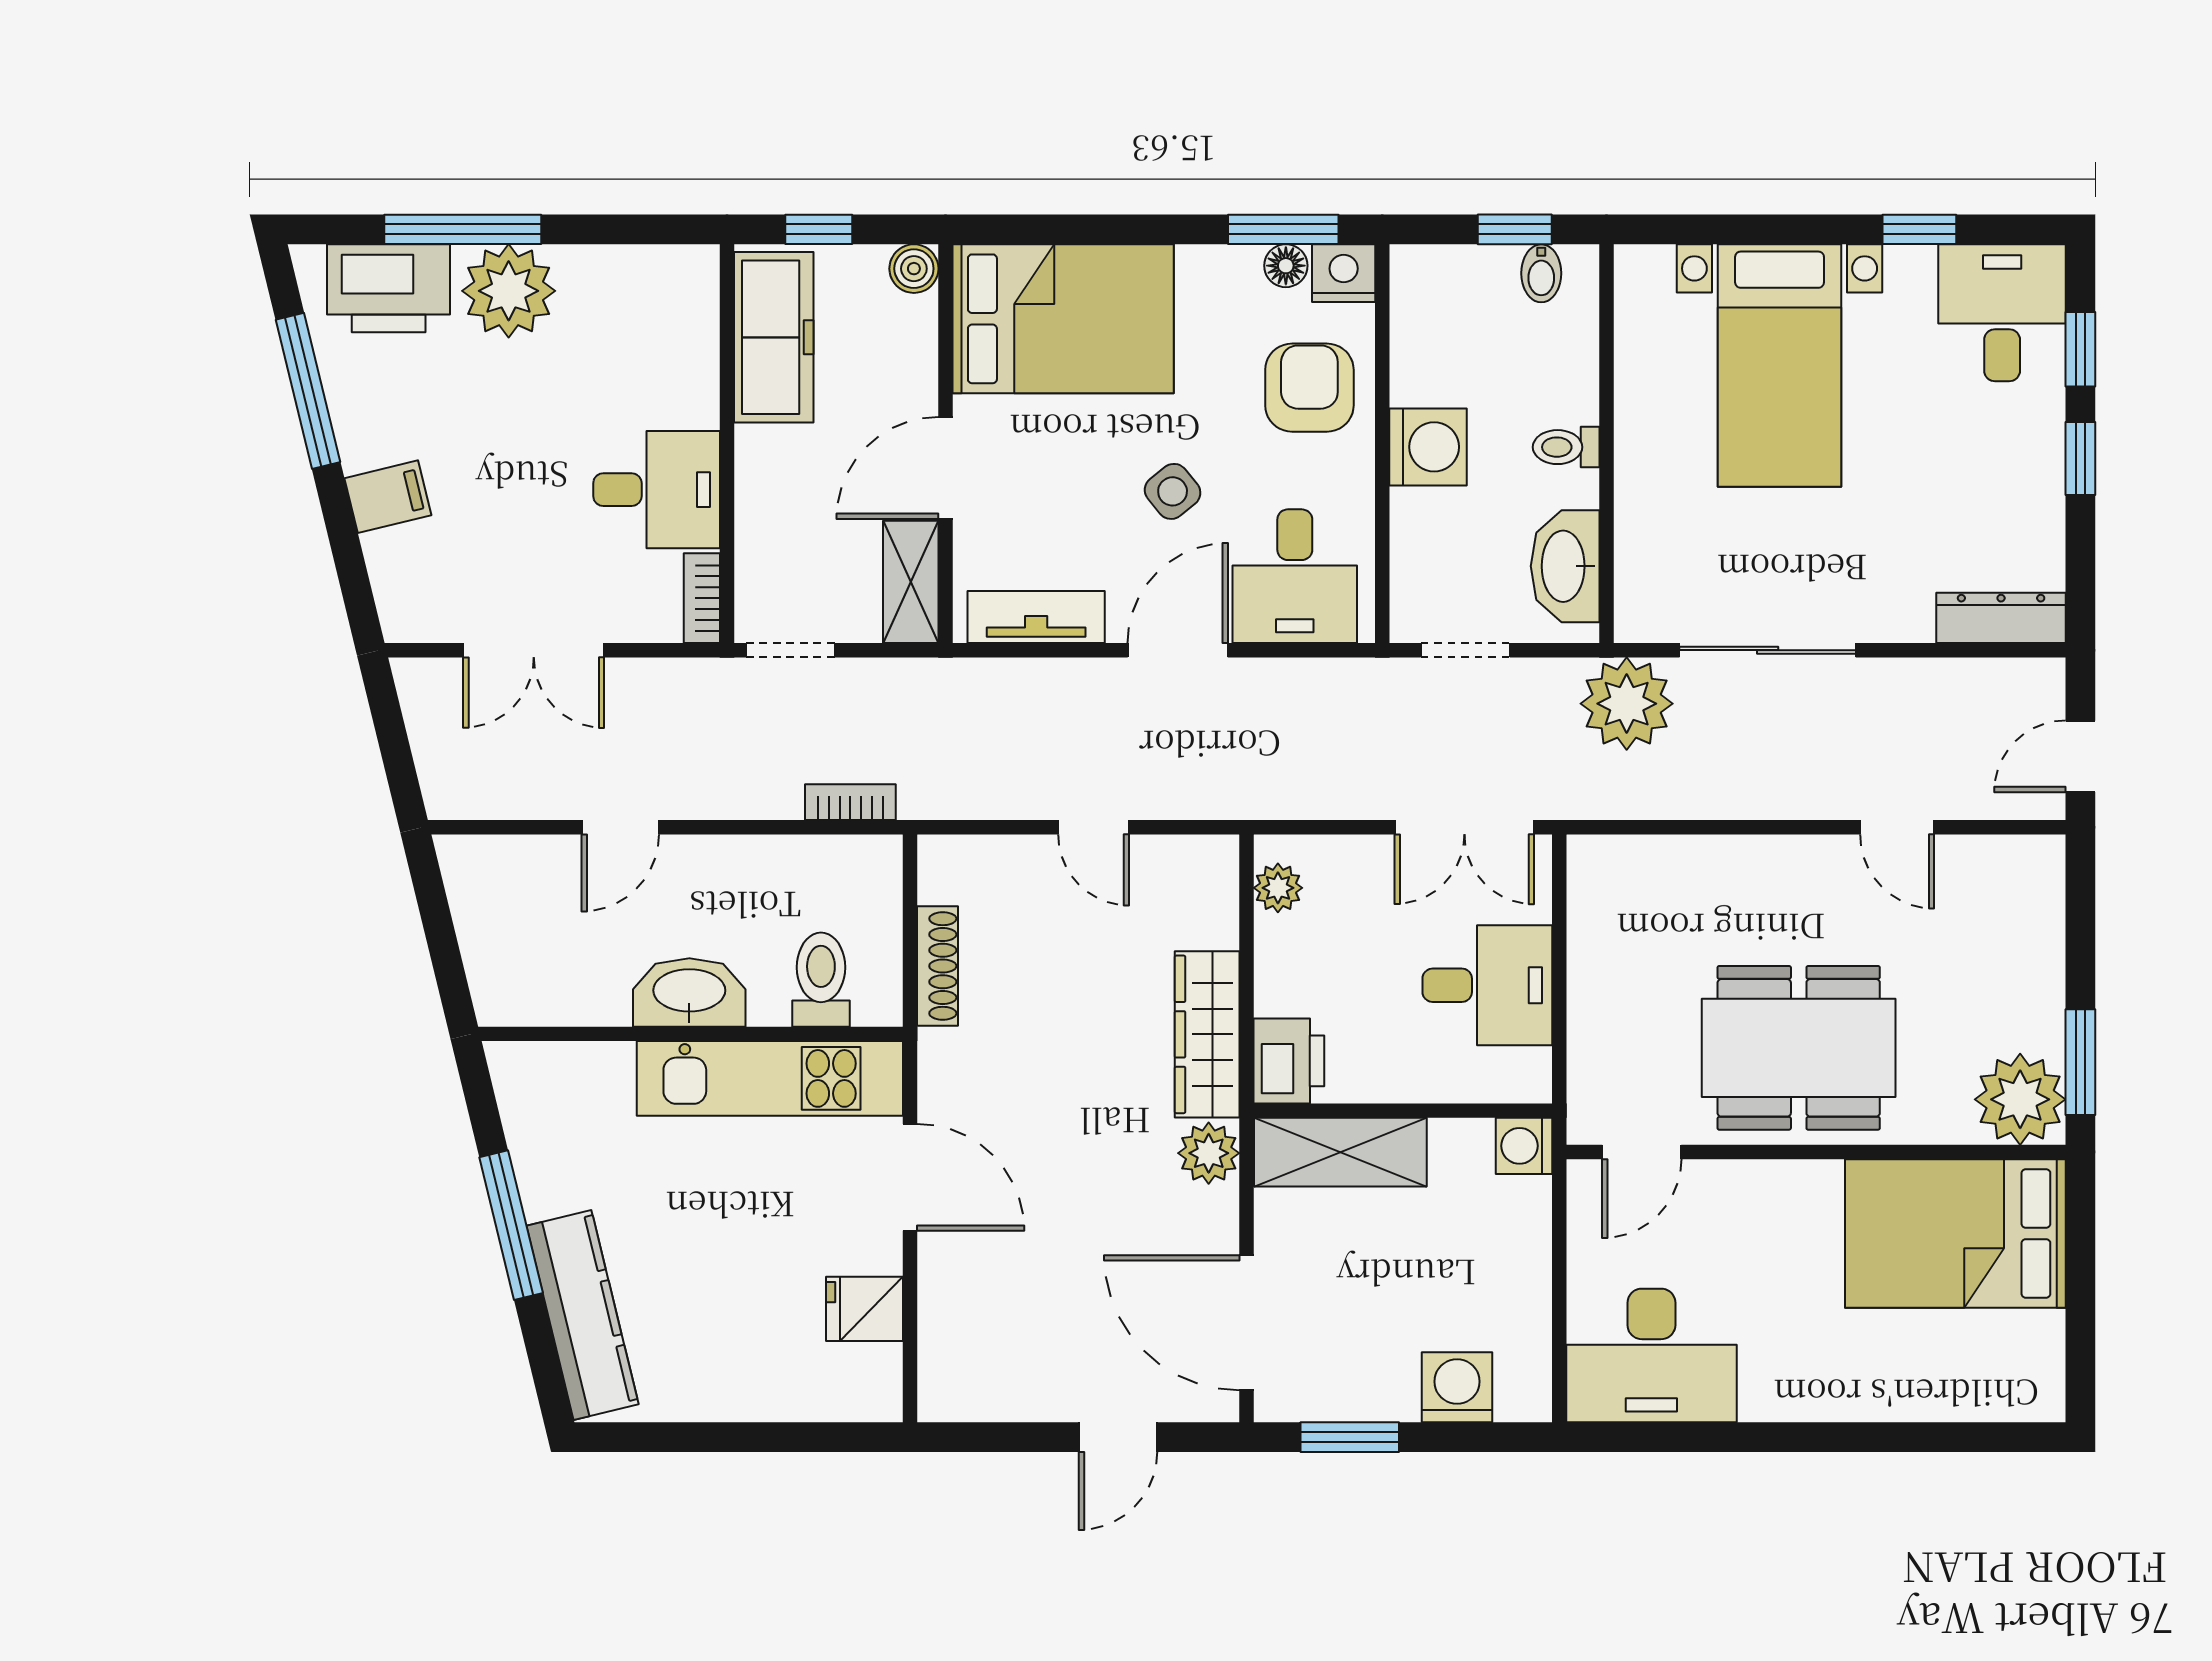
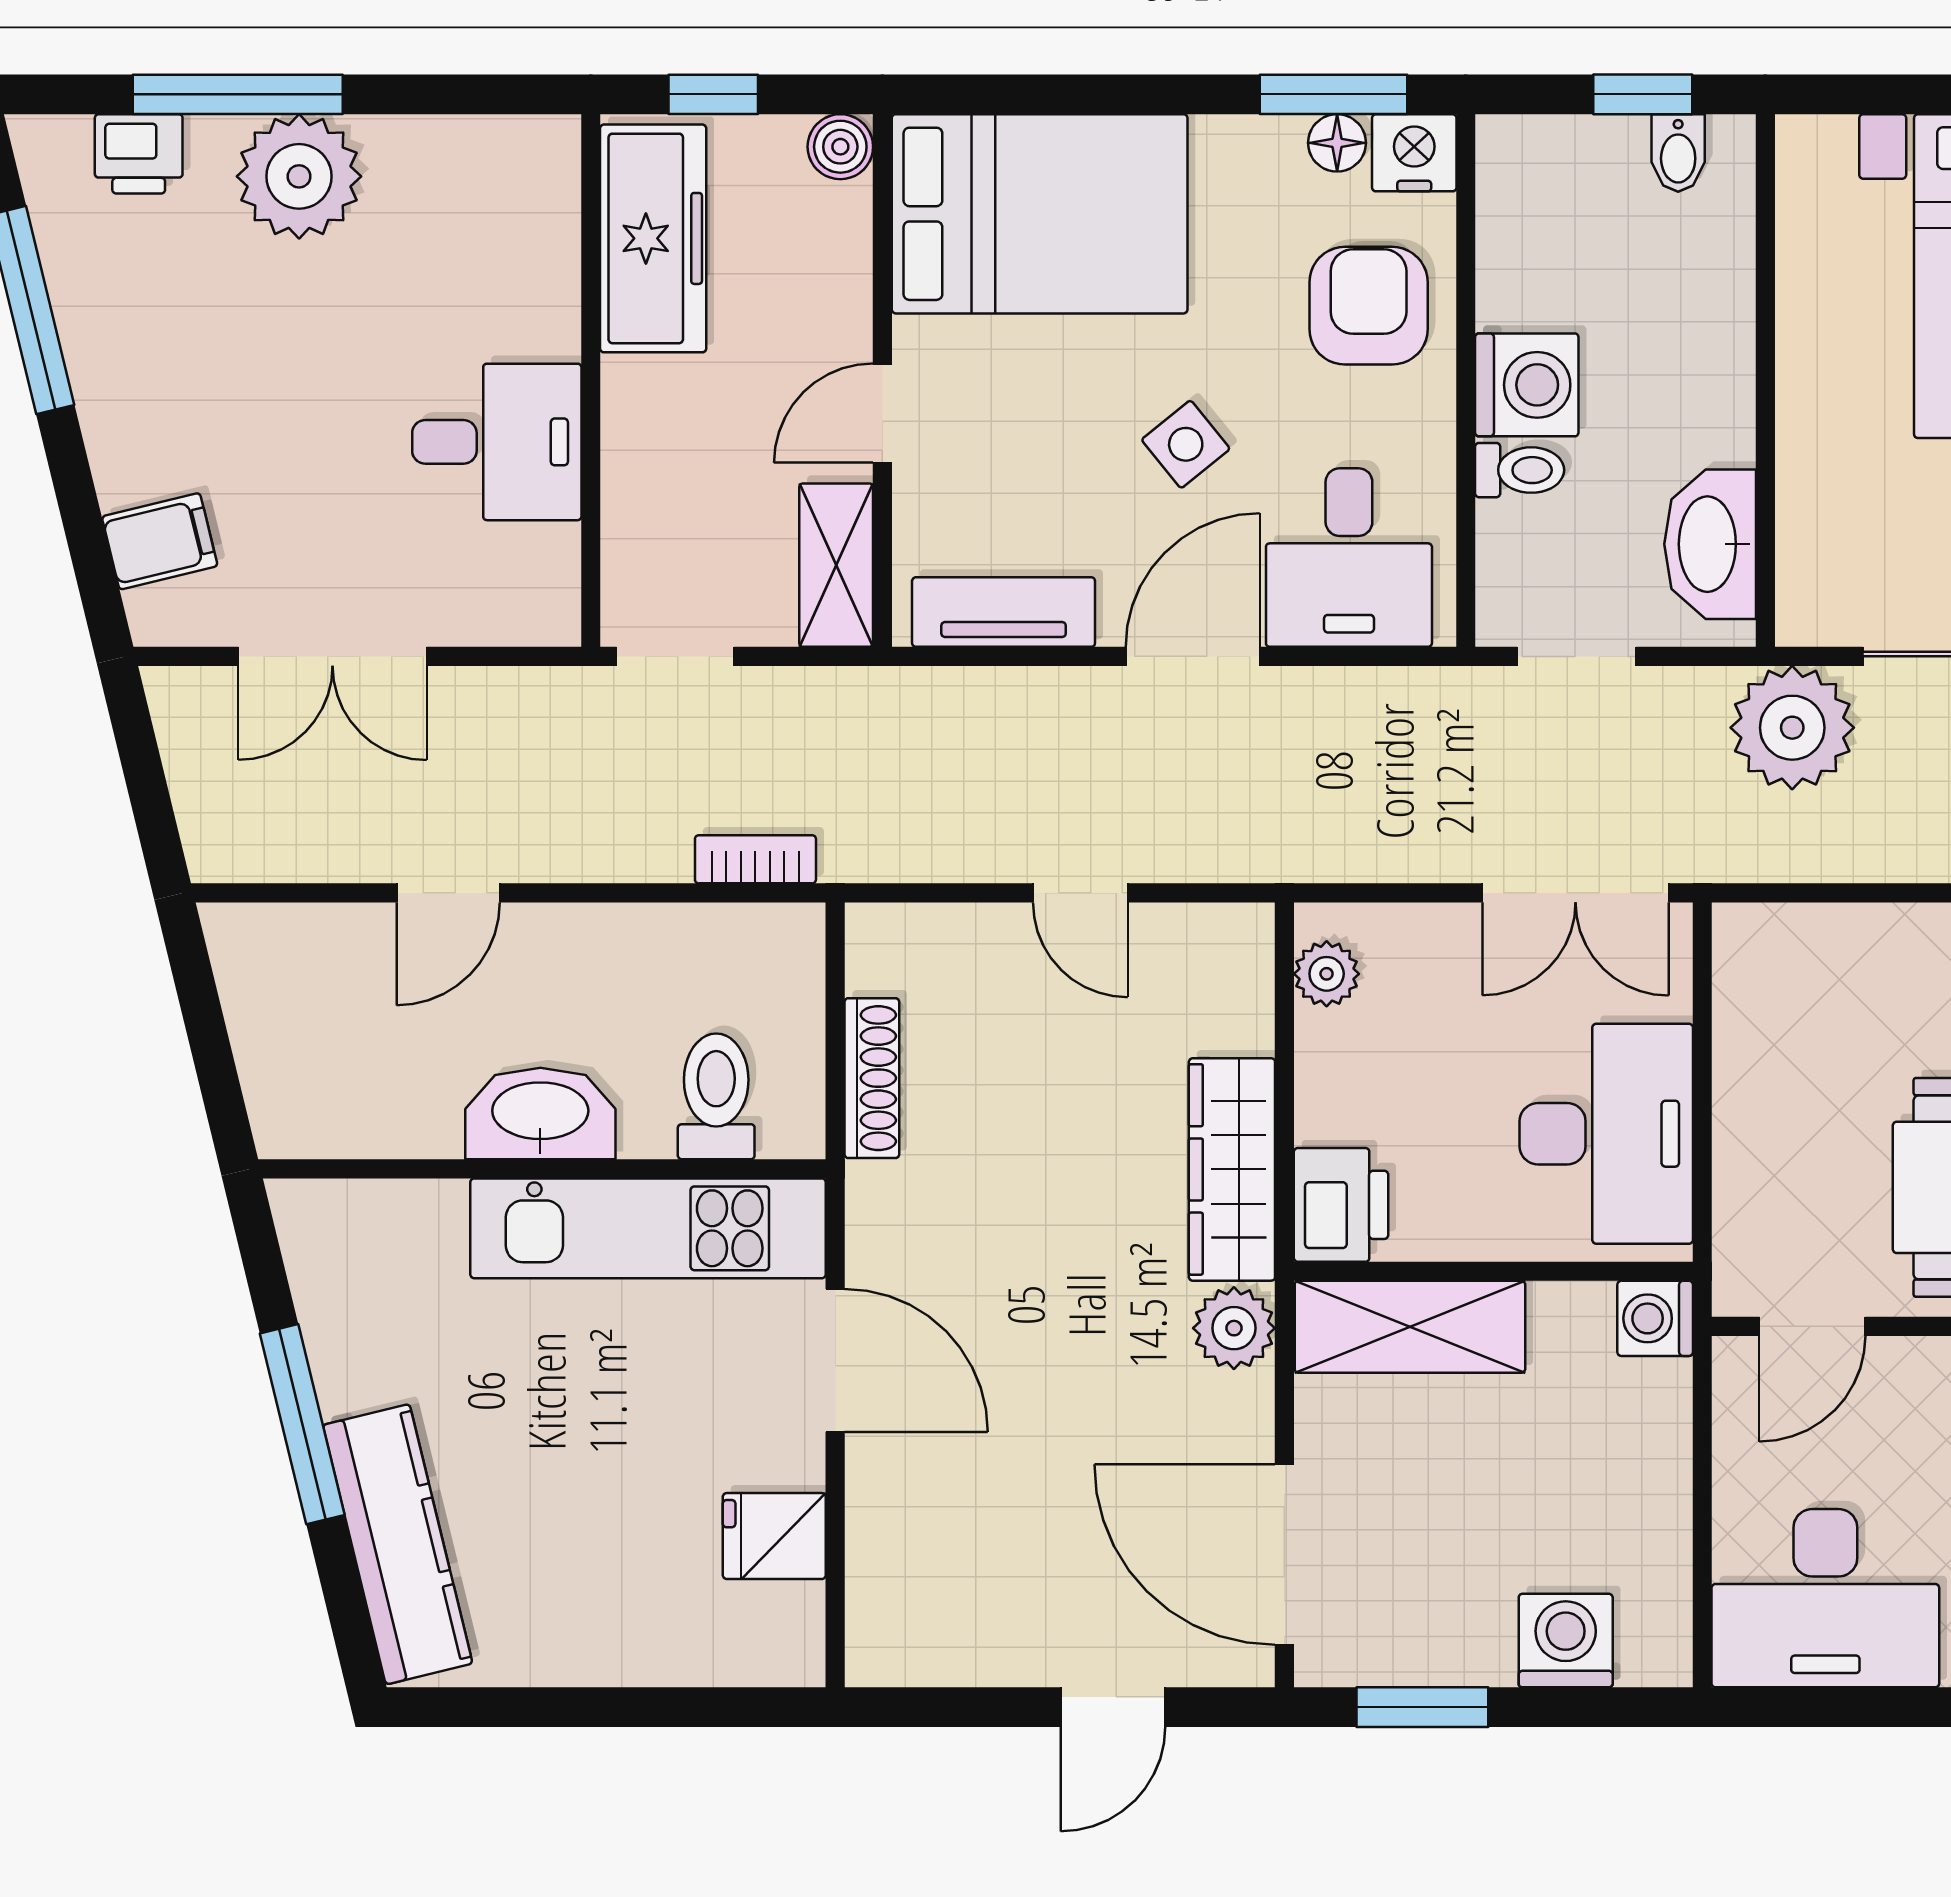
printer: (389, 288) -> (139, 154), width x0.53, depth x0.68
toilet: (1566, 447) -> (1520, 470), moved, turned 180
door: (945, 468) -> (882, 413), width x0.73
filing cabinet: (388, 497) -> (160, 541), moved
bookcase: (702, 598) -> (557, 587), removed
desk: (1487, 985) -> (1606, 1134), width x1.37

